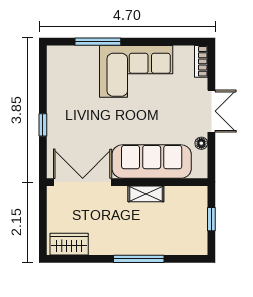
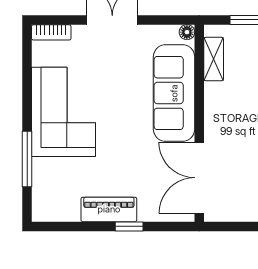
piano: (57, 108) -> (109, 209), added
floor lamp: (201, 143) -> (187, 32), moved
shelving: (146, 194) -> (214, 59), moved

